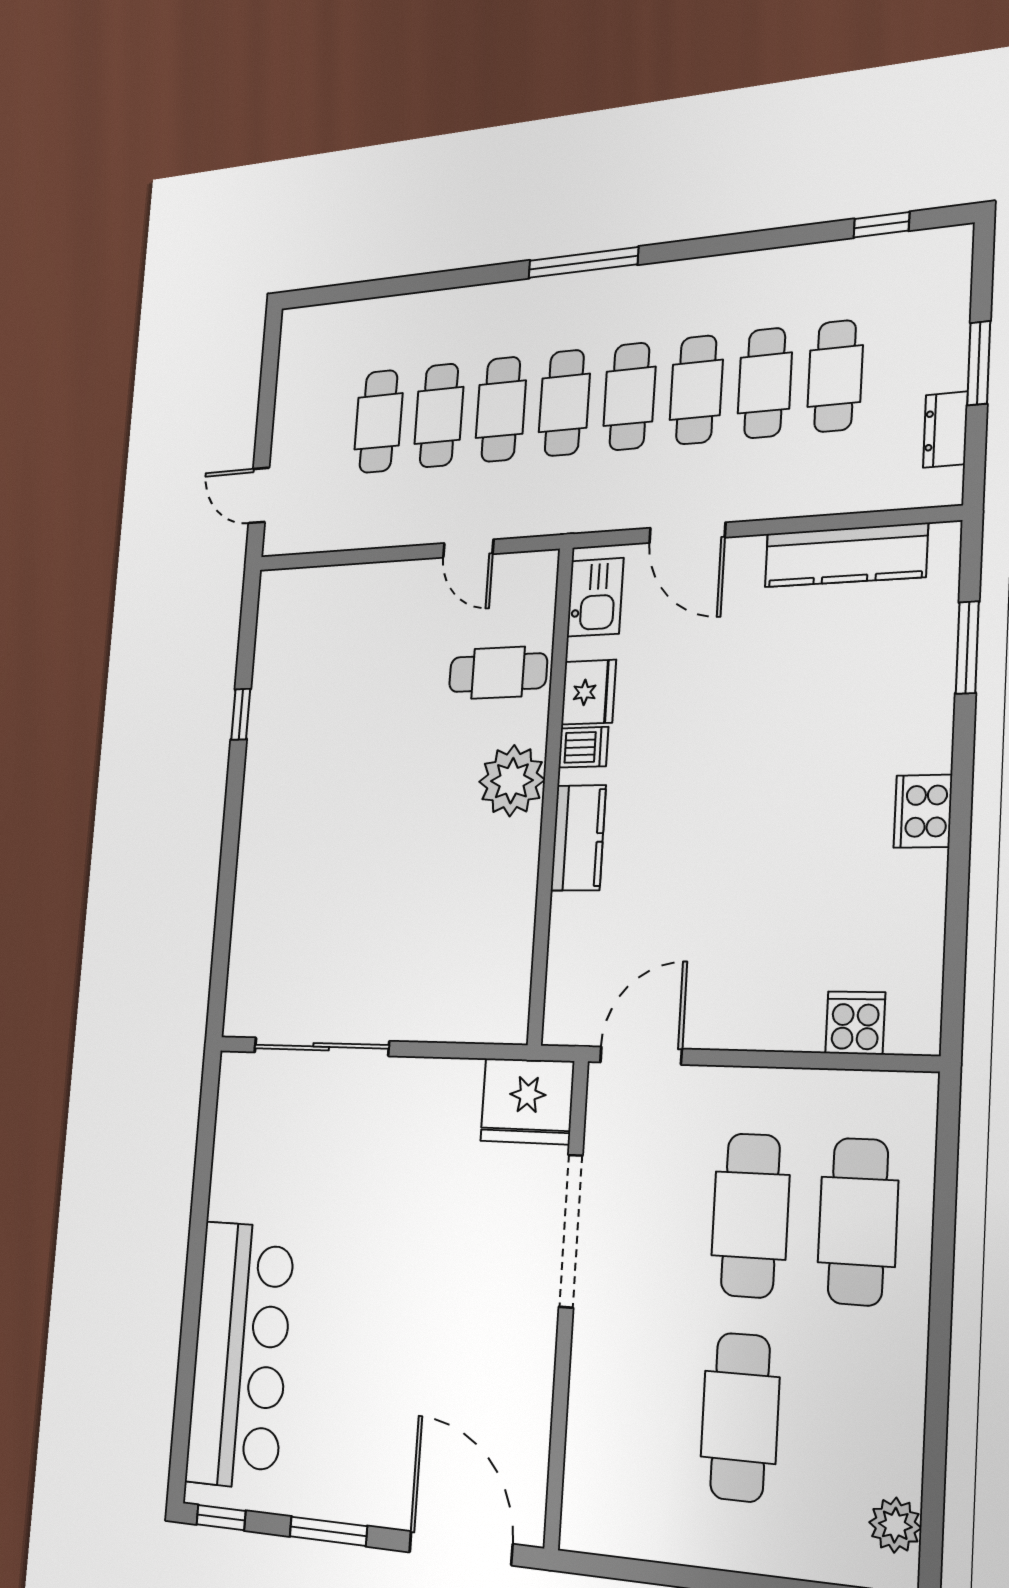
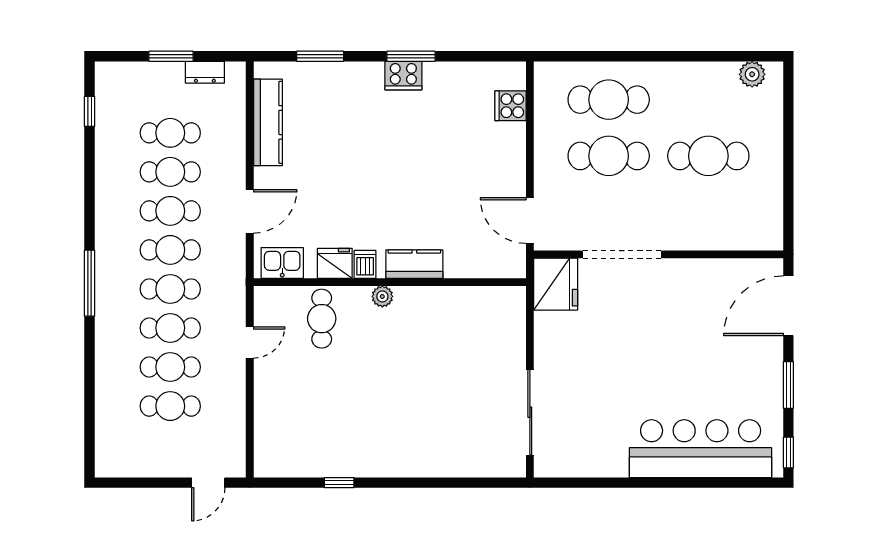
plant: (512, 781) -> (382, 296), width x0.53, depth x0.53
window: (960, 826) -> (411, 56), added

